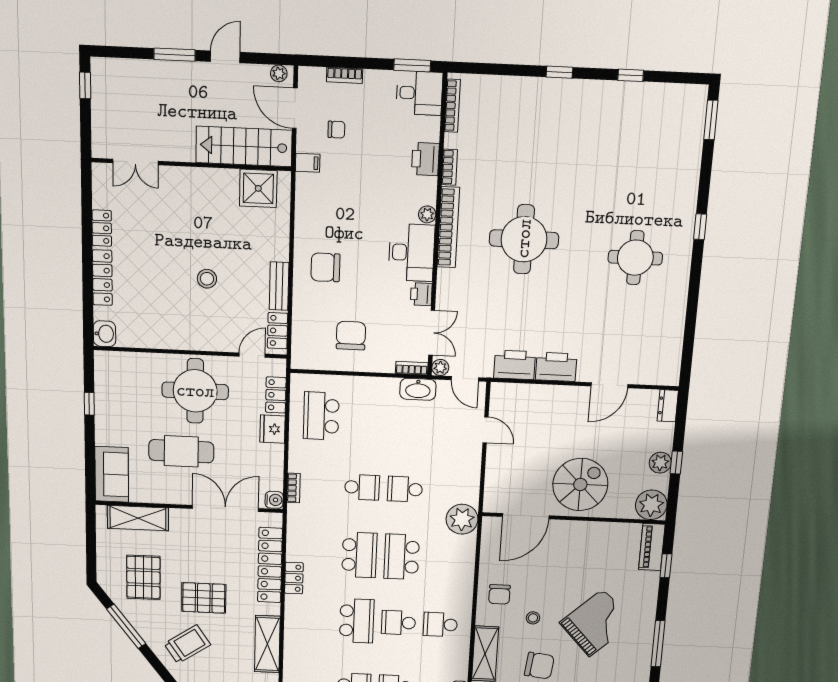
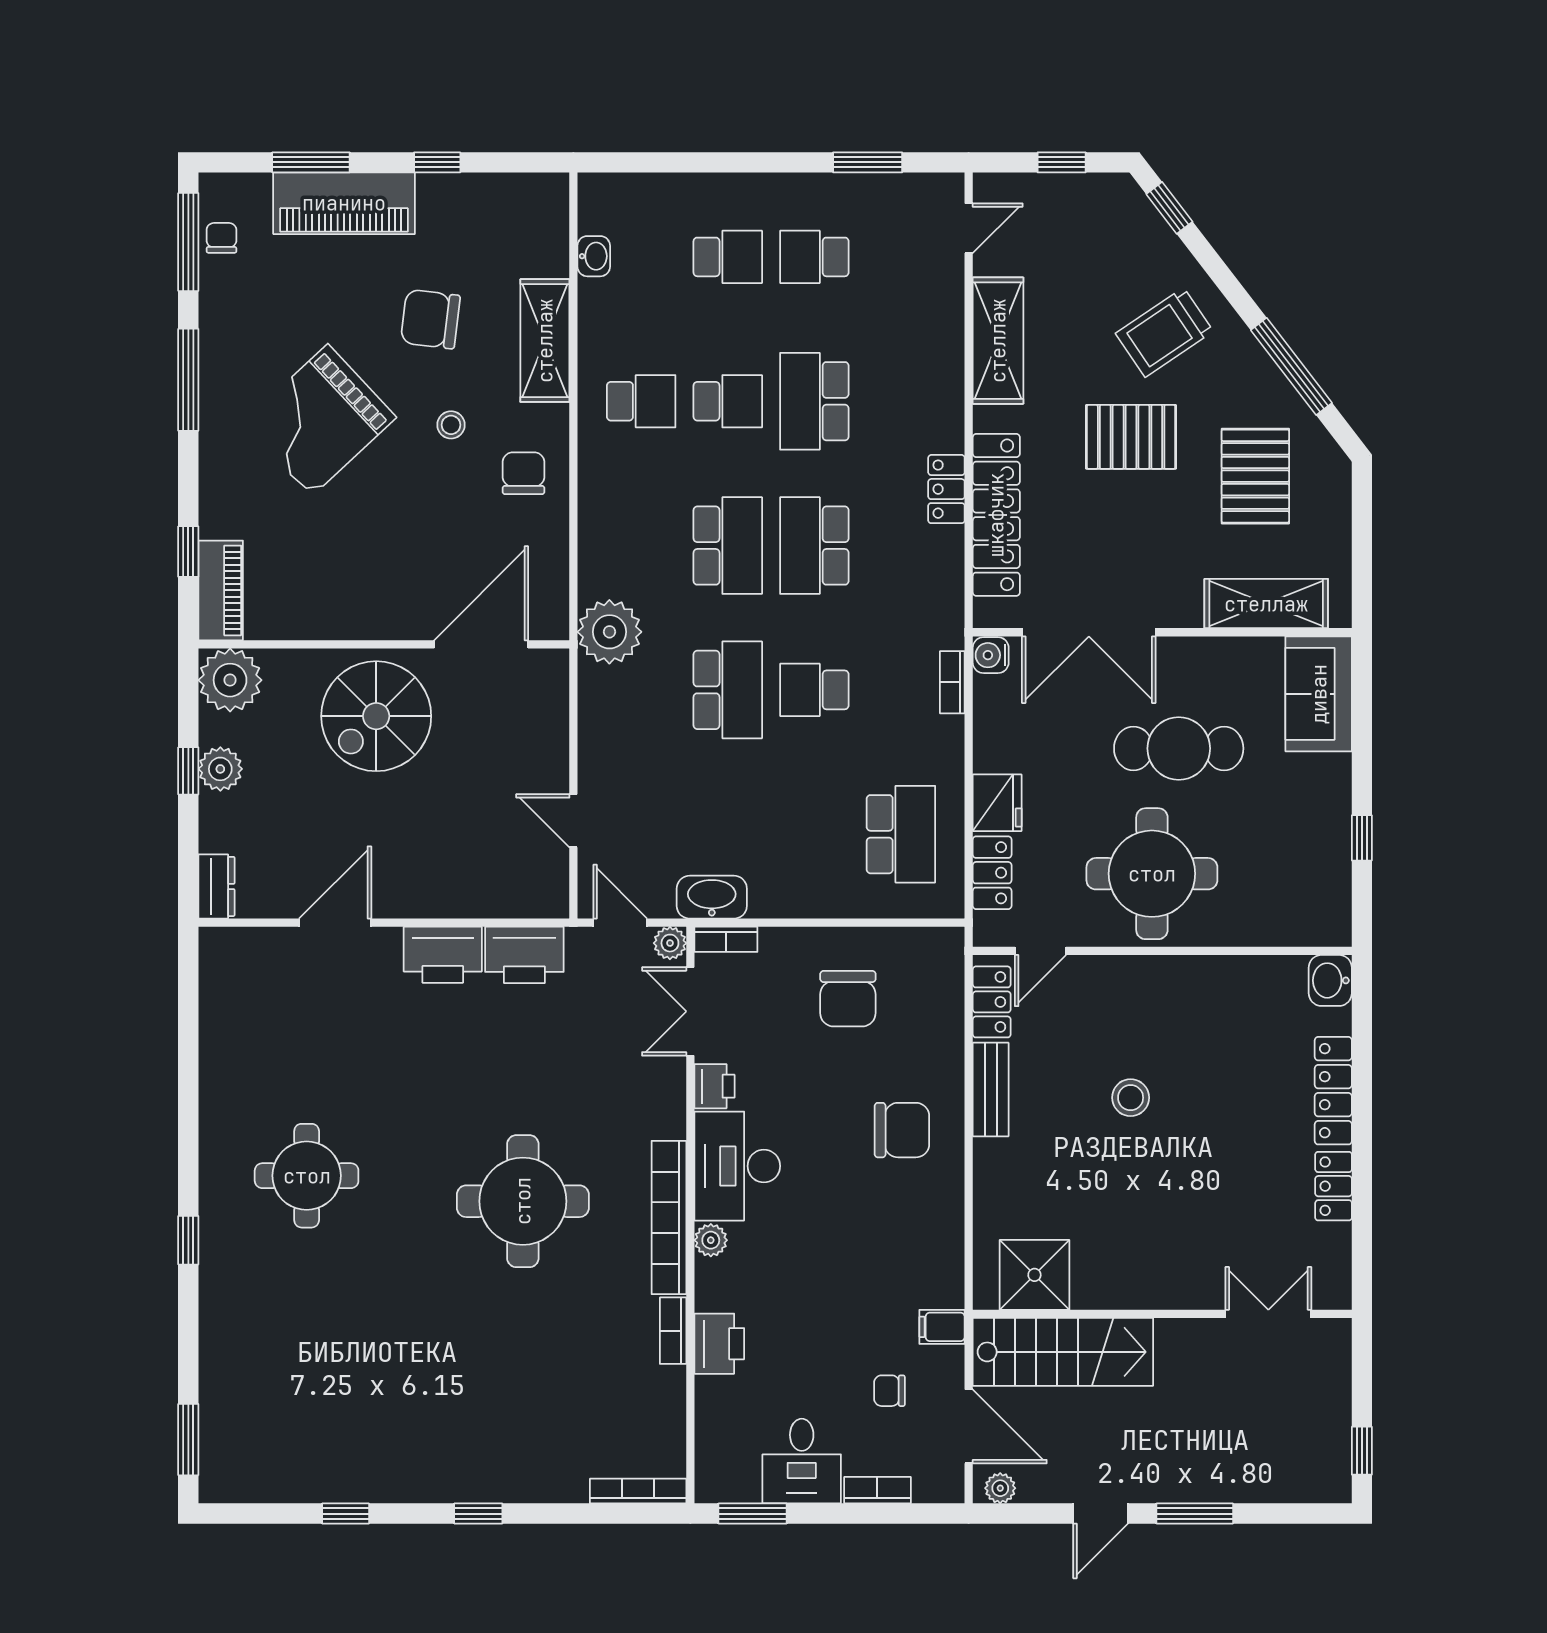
desk: (419, 93) -> (802, 1461), moved, turned -90
bookcase: (452, 106) -> (638, 1491), moved, turned 90
school desk: (405, 489) -> (728, 690), width x1.85

